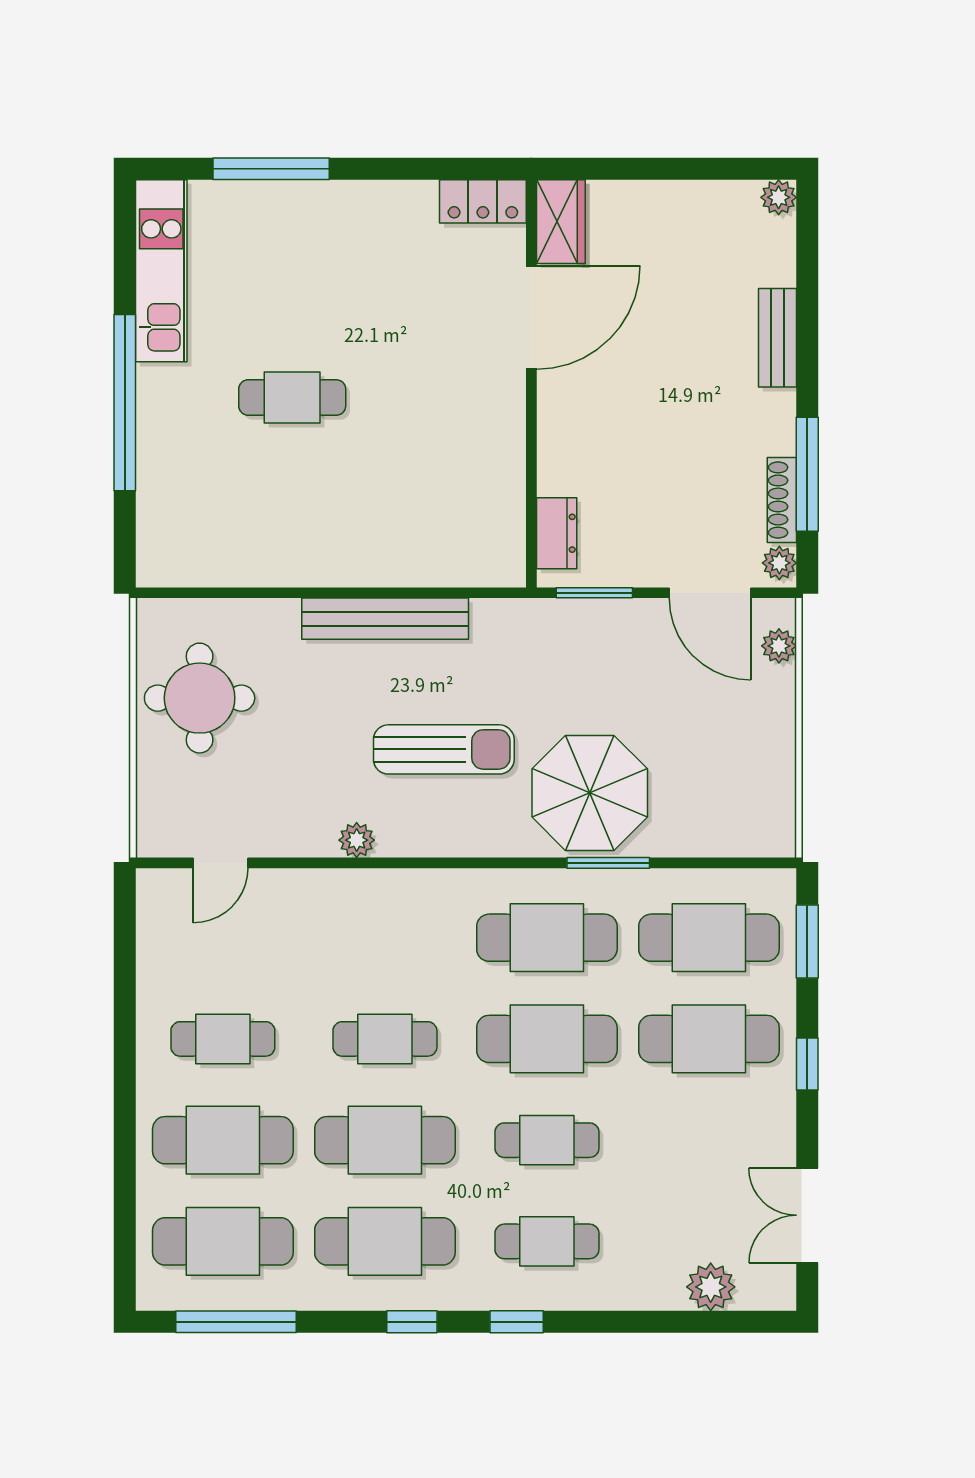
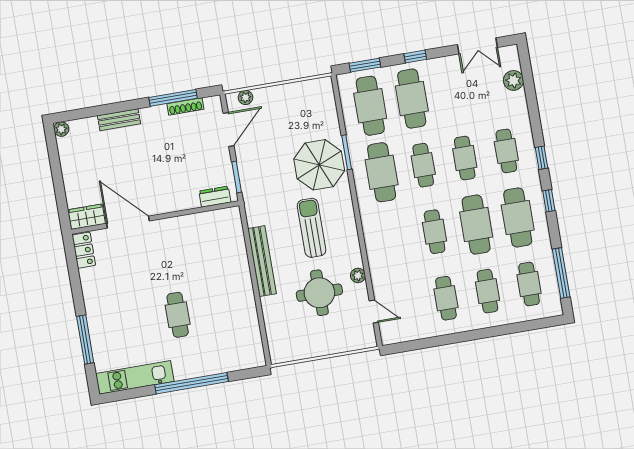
plant: (779, 563) -> (211, 103), removed
round table: (200, 698) -> (319, 293), moved
plant: (357, 840) -> (358, 275), moved
cafe table: (547, 1039) -> (423, 165), width x0.73, depth x0.74
cafe table: (223, 1140) -> (487, 291), width x0.73, depth x0.74
cafe table: (223, 1241) -> (529, 284), width x0.73, depth x0.74

